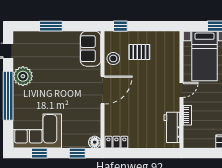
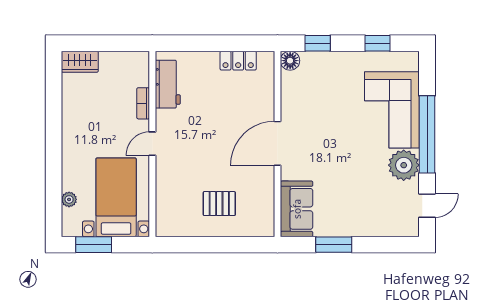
window: (51, 26) -> (334, 245), moved
window: (120, 26) -> (249, 245), removed
stool: (113, 59) -> (261, 193), removed
corner sofa: (37, 131) -> (392, 110), moved, turned 90
locker: (116, 142) -> (238, 61), moved

